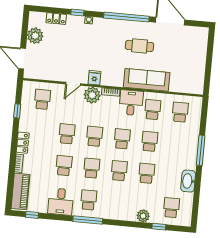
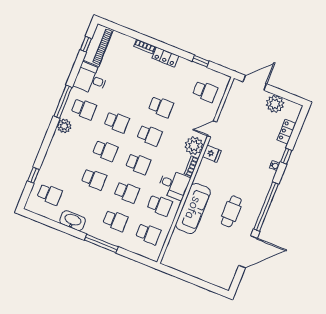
door: (73, 84) -> (212, 129), hinge flipped
school desk: (64, 166) -> (115, 221), moved
piano: (20, 191) -> (98, 45), moved, turned -90
plant: (143, 216) -> (64, 126), moved

